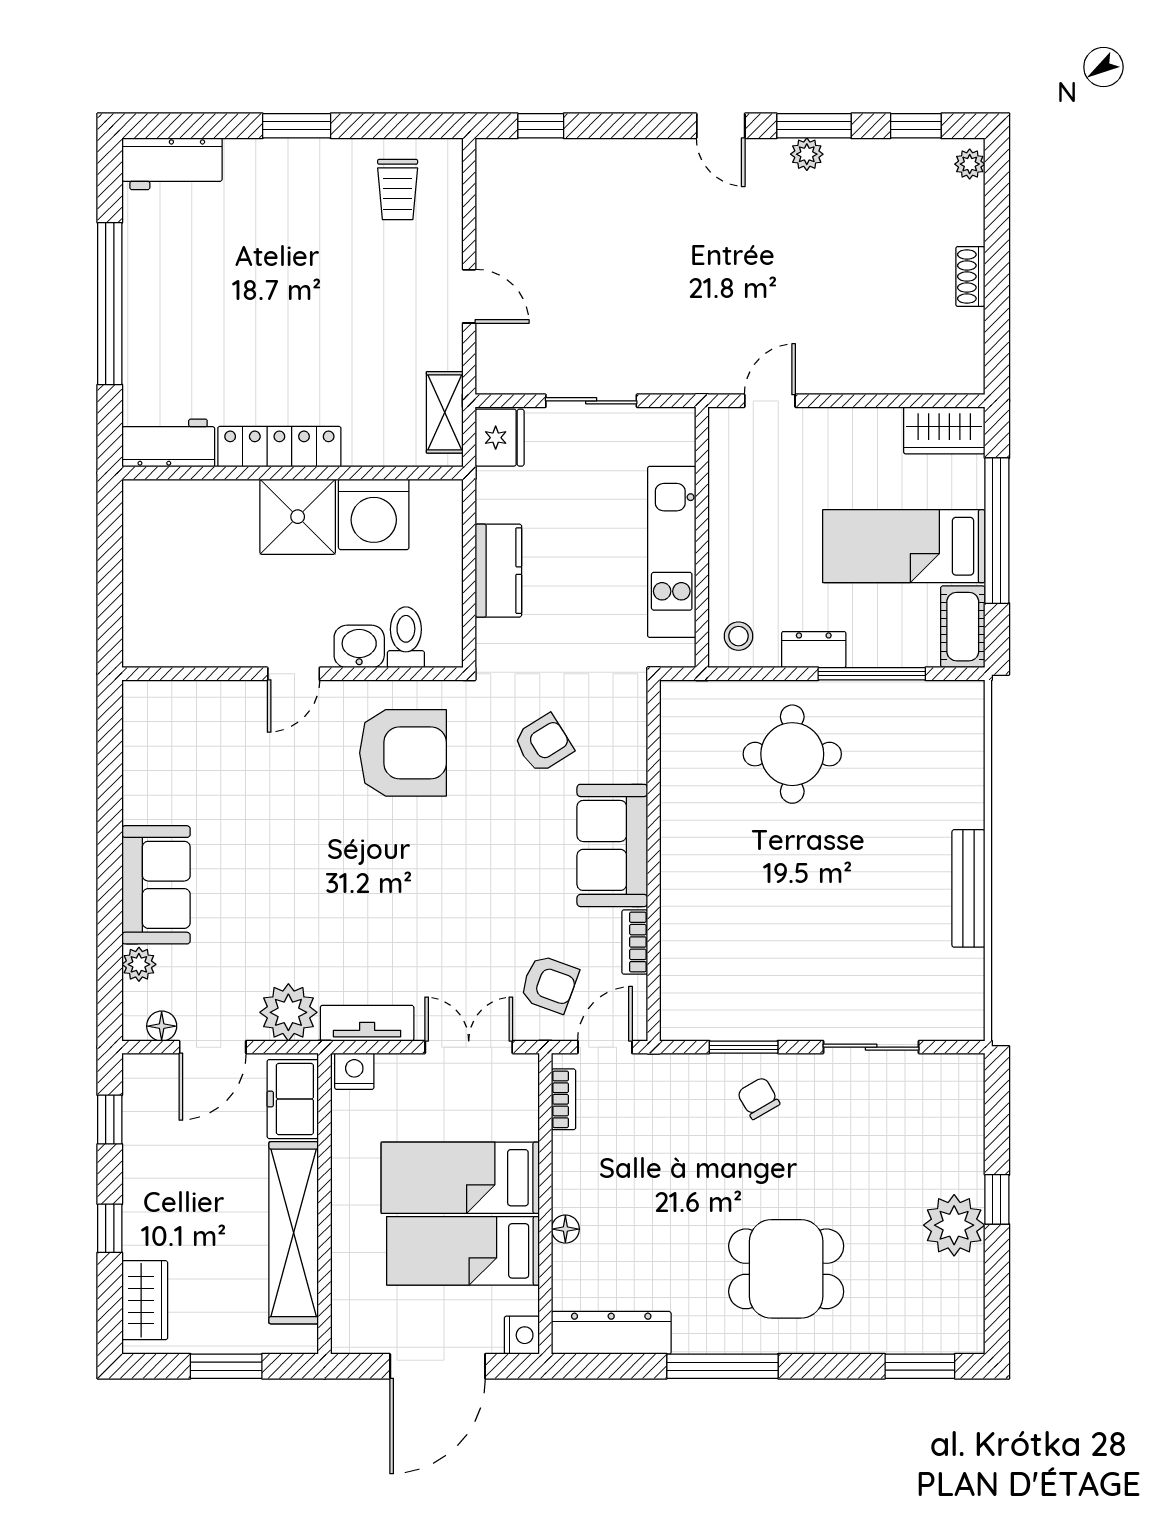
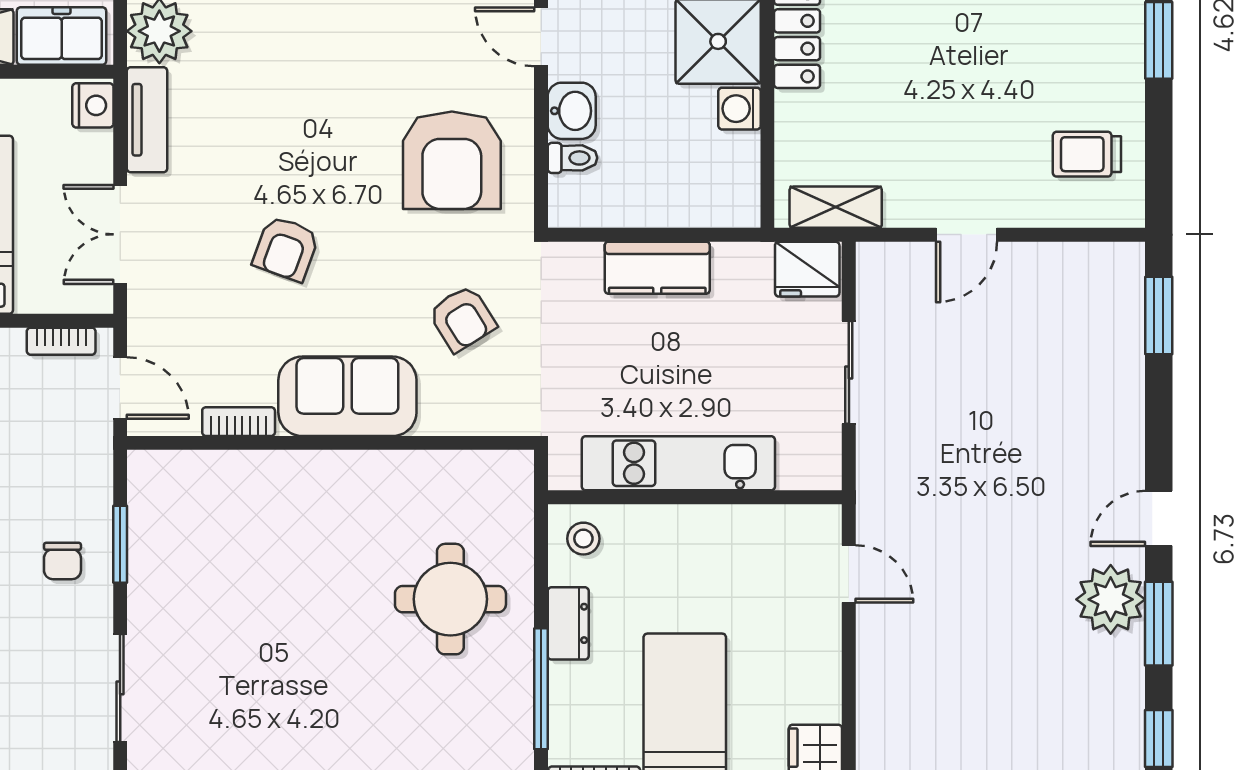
window: (541, 126) -> (1159, 316), width x1.50
plant: (807, 154) -> (1111, 599), width x1.88, depth x1.88
washing machine: (374, 514) -> (739, 109), width x0.53, depth x0.53
toilet: (406, 637) -> (572, 158), width x0.73, depth x0.72
armchair: (549, 984) -> (286, 249), moved
double door: (469, 1047) -> (120, 234), swing flipped
chair: (758, 1098) -> (62, 561), turned 120

